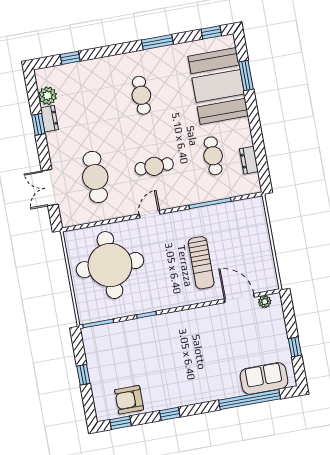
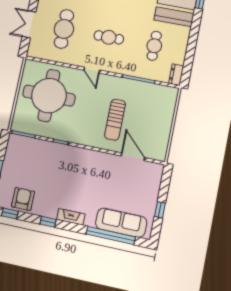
dresser: (249, 160) -> (176, 75), moved
door: (150, 214) -> (92, 70), swing flipped
plant: (265, 302) -> (151, 167), removed
sofa: (264, 378) -> (121, 223), width x1.36
fireplace: (194, 397) -> (71, 217), added
armchair: (129, 400) -> (23, 199), turned 90

